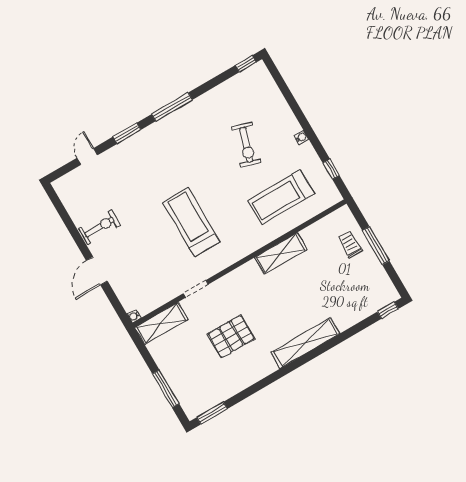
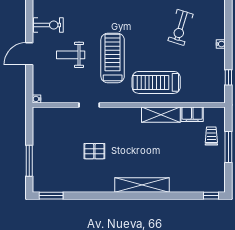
treadmill: (281, 197) -> (156, 82), moved
filing cabinet: (315, 233) -> (192, 114), added
weight bench: (143, 246) -> (71, 55), added
shelving: (161, 323) -> (52, 115), removed
pallet: (231, 336) -> (94, 151), width x0.67, depth x0.71

